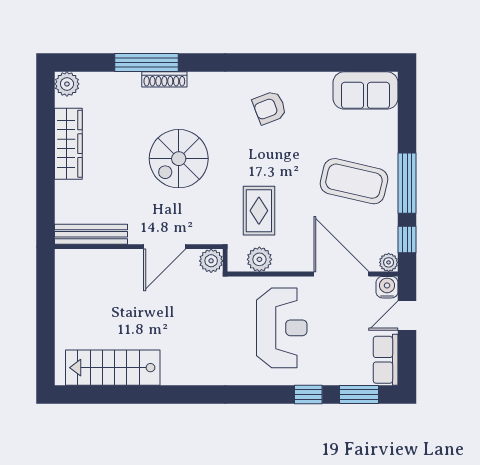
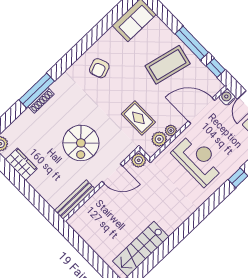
window: (147, 63) -> (37, 91), moved
wardrobe: (68, 144) -> (21, 164), width x0.67
spiral stairs: (179, 159) -> (81, 143), moved
door: (165, 247) -> (112, 174), hinge flipped
plant: (389, 262) -> (171, 131), moved

